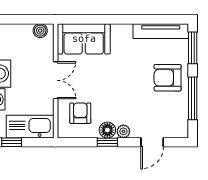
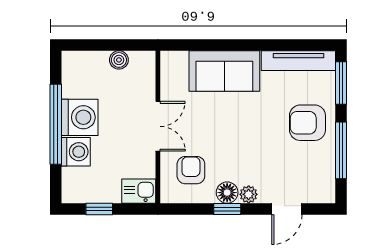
boiler: (40, 31) -> (119, 60), moved
sofa: (84, 39) -> (224, 71), moved
kitchen sink: (30, 127) -> (139, 191), width x0.53, depth x0.81

